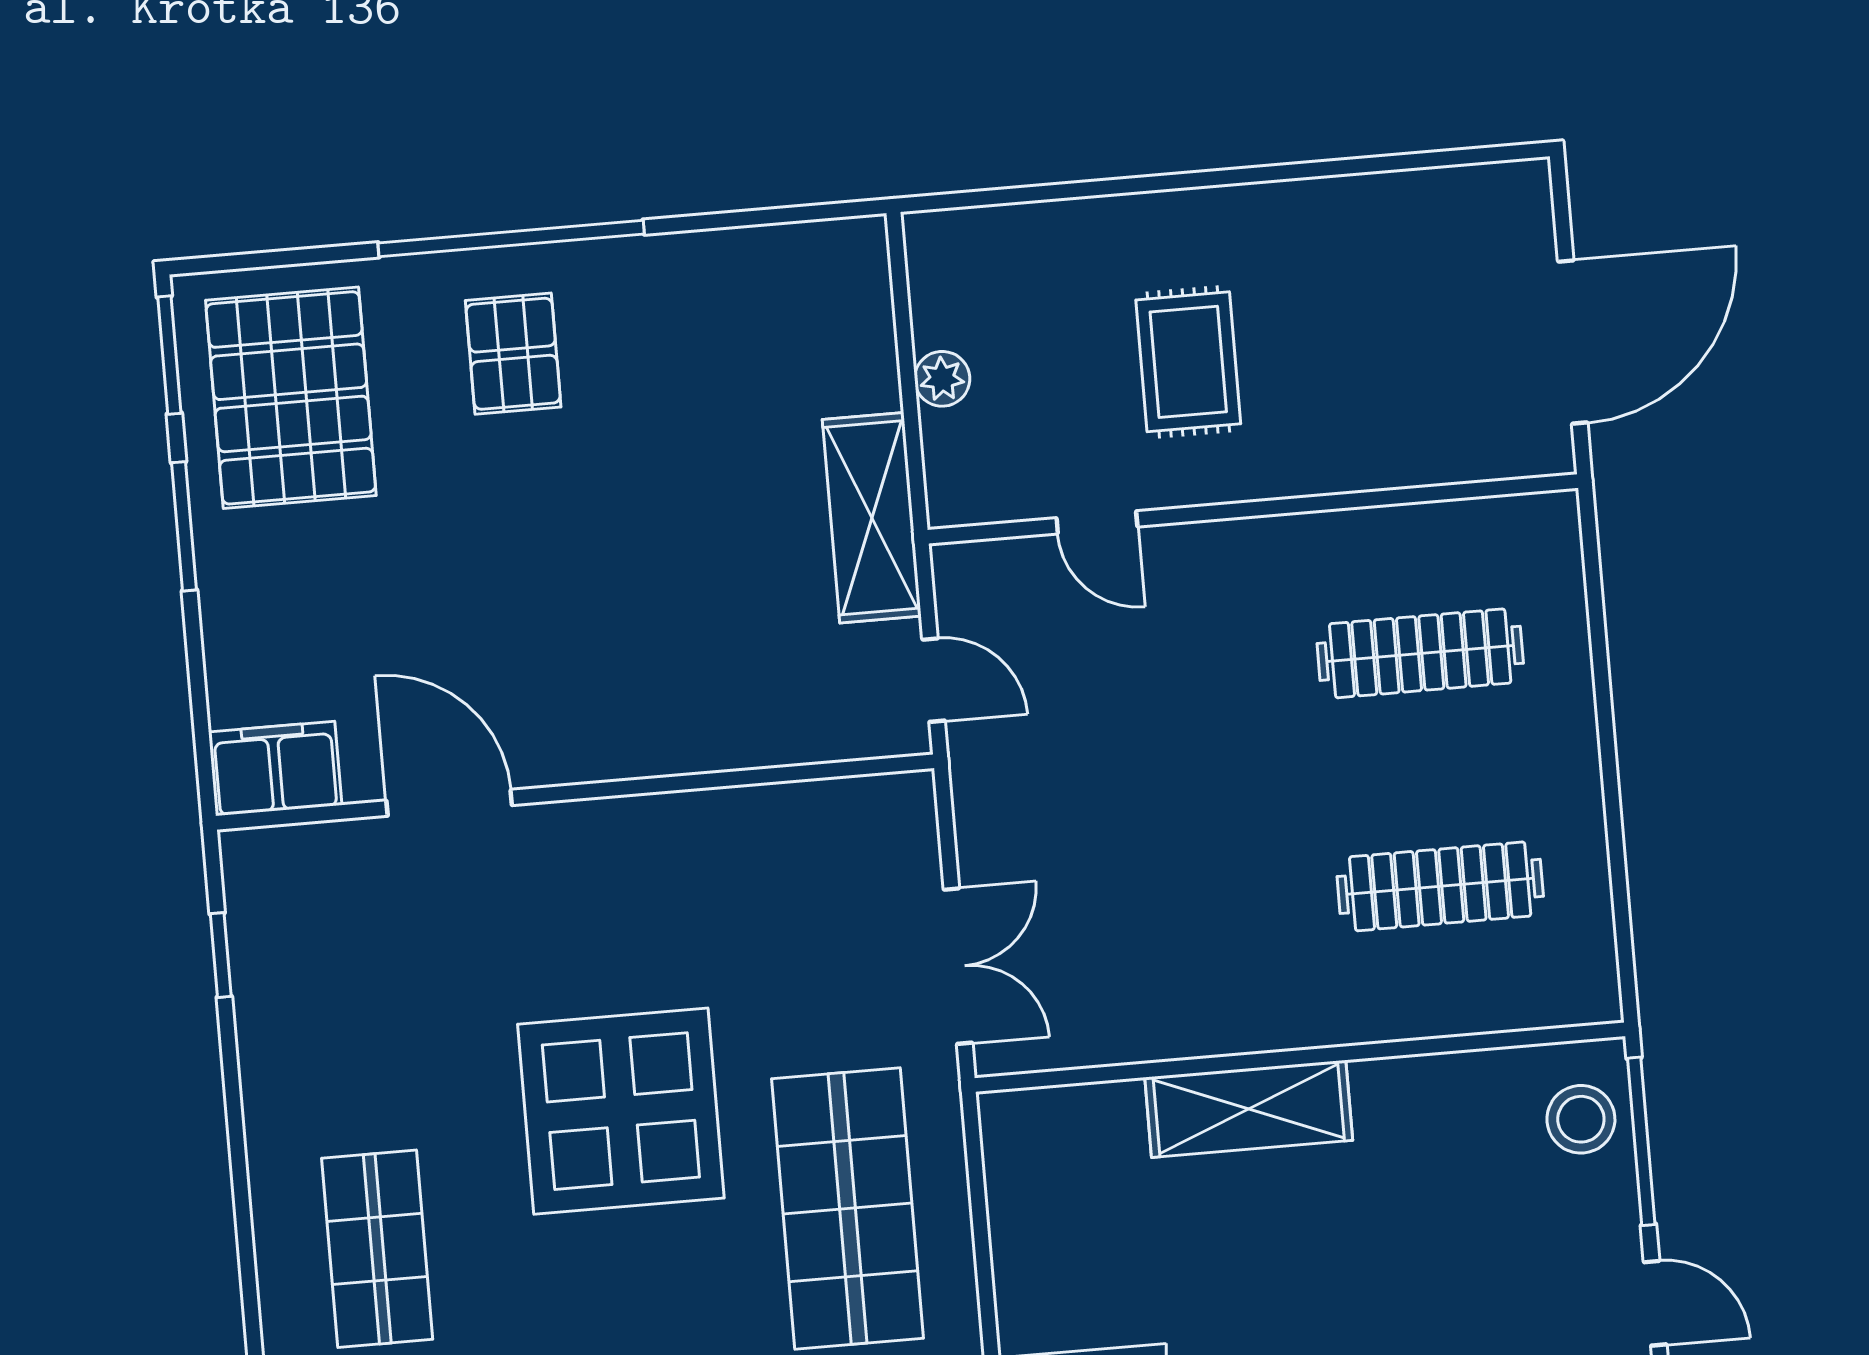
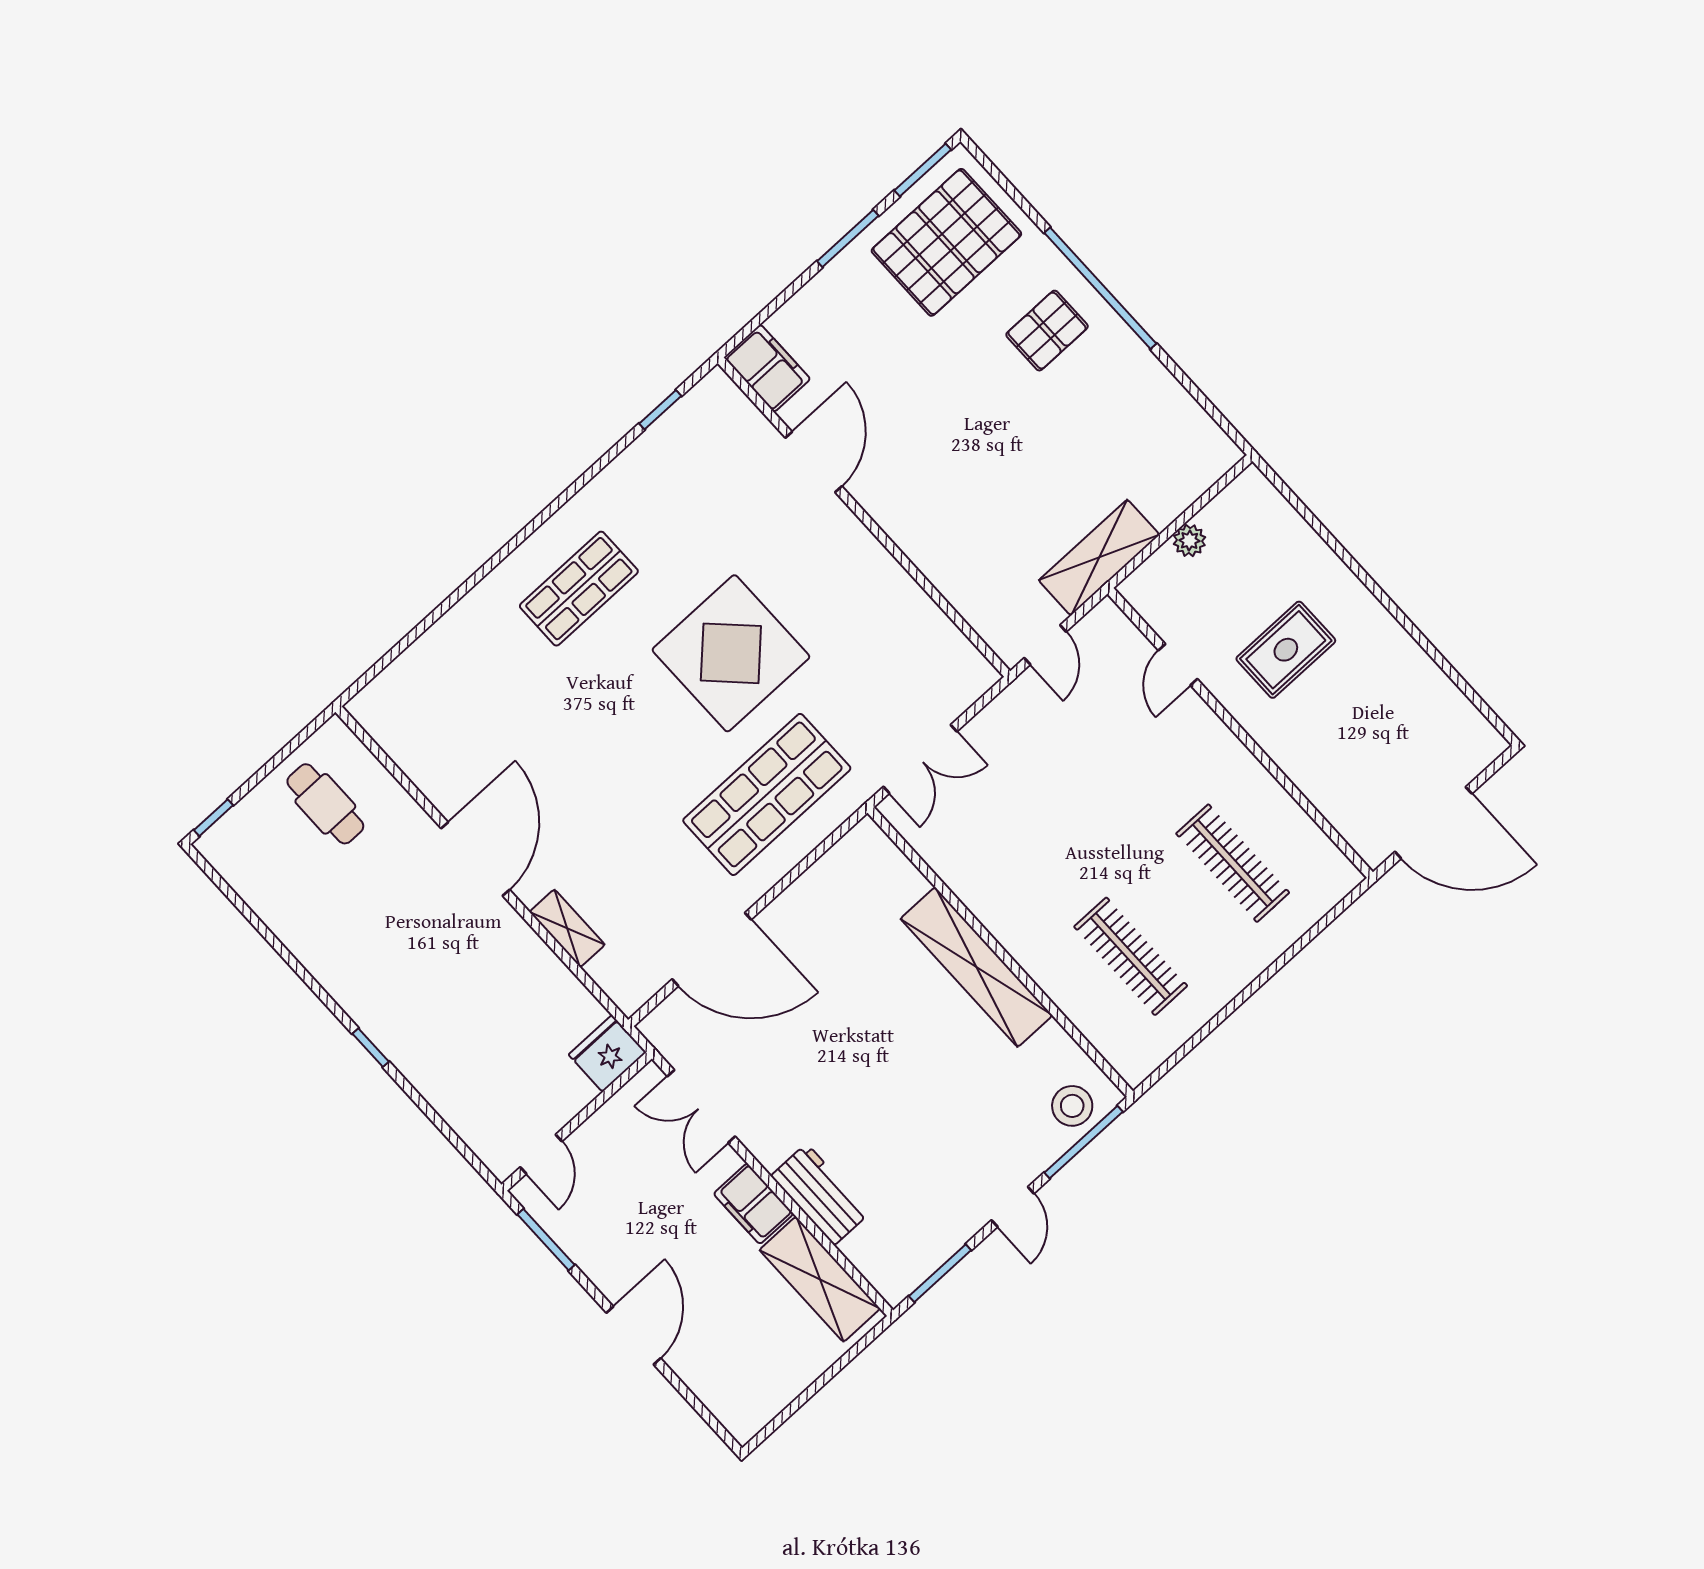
shelving: (1249, 1109) -> (976, 967), width x1.47

